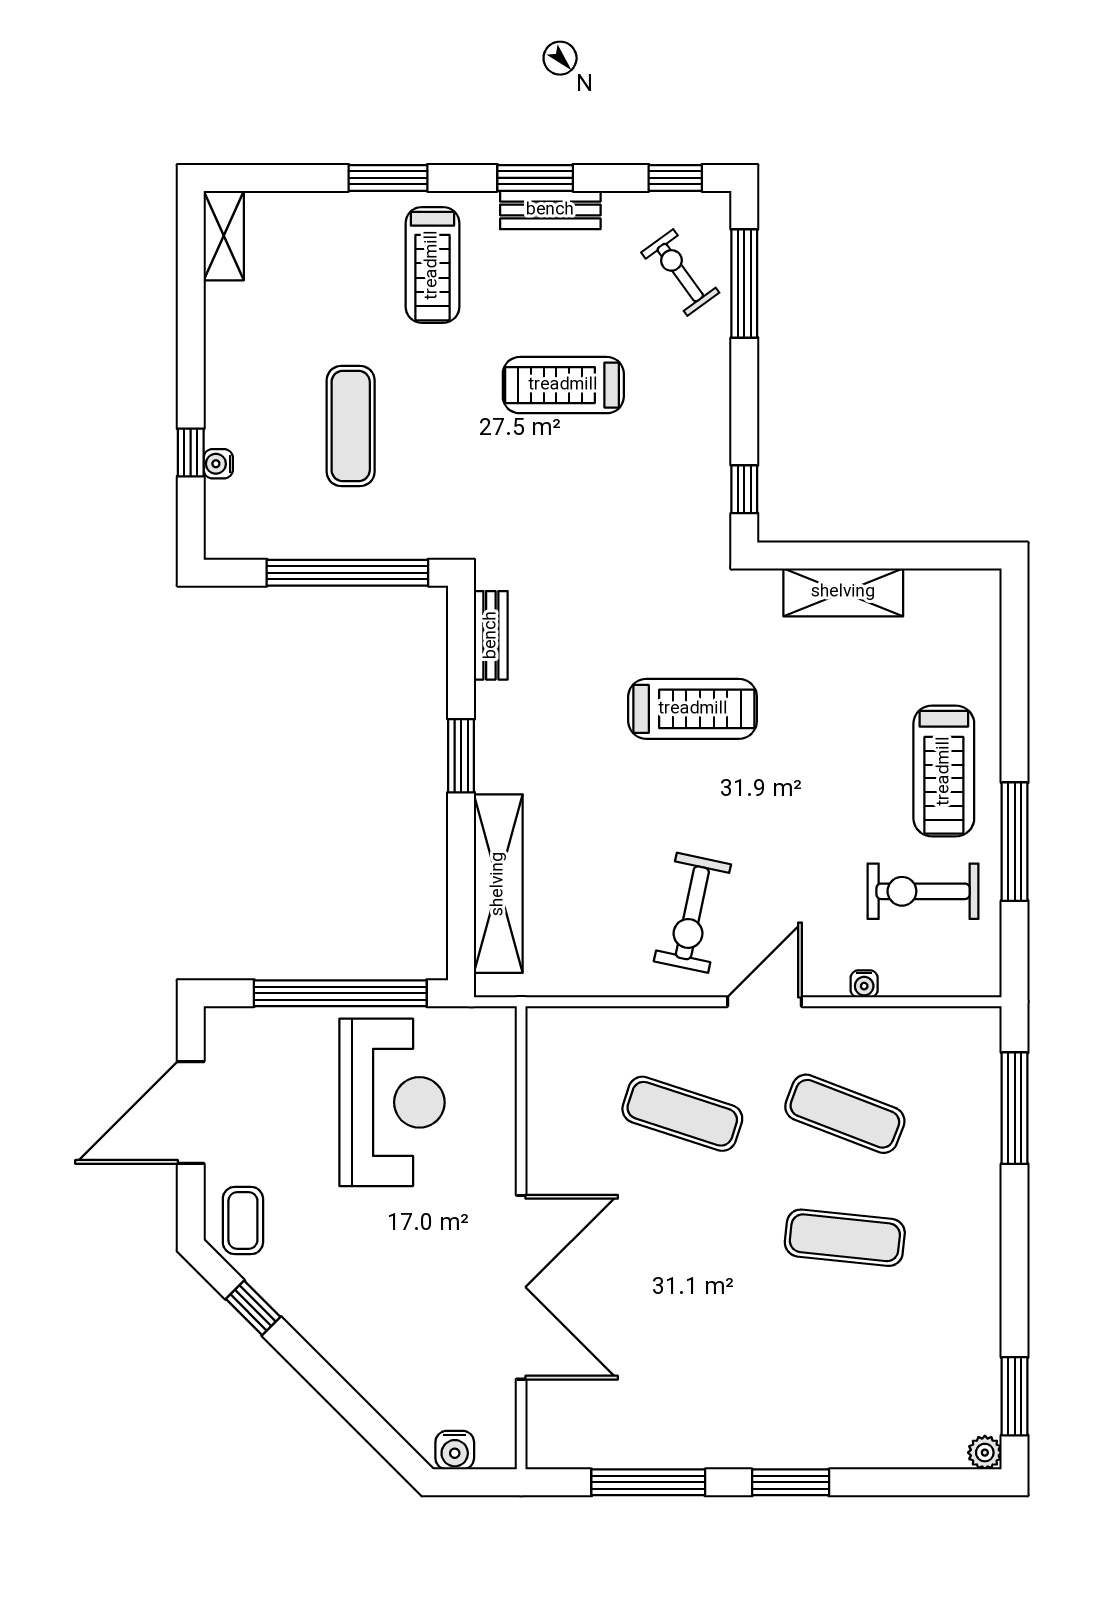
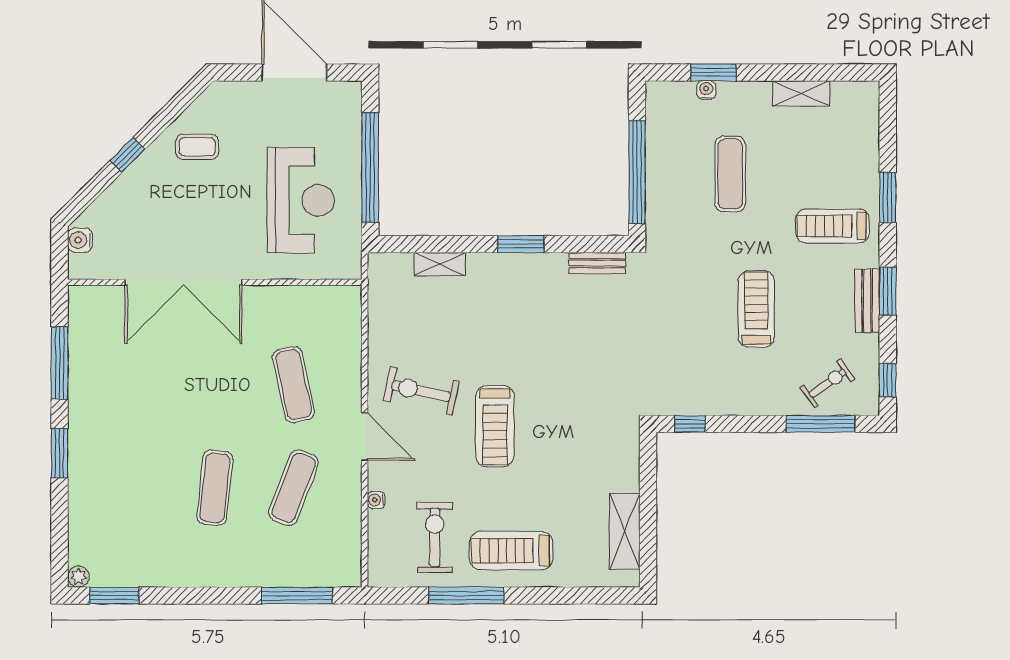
shelving: (224, 236) -> (801, 93), moved
exercise mat: (351, 426) -> (730, 174), turned 90
window: (191, 452) -> (713, 72), width x1.50
shelving: (843, 592) -> (625, 532), moved
treadmill: (693, 709) -> (495, 426), moved
shelving: (498, 884) -> (440, 264), width x0.45, depth x0.75
reception desk: (392, 1102) -> (301, 200), turned -90
exercise mat: (682, 1114) -> (294, 385), turned -30
coffee table: (243, 1220) -> (197, 147), moved
window: (253, 1308) -> (128, 155), moved

